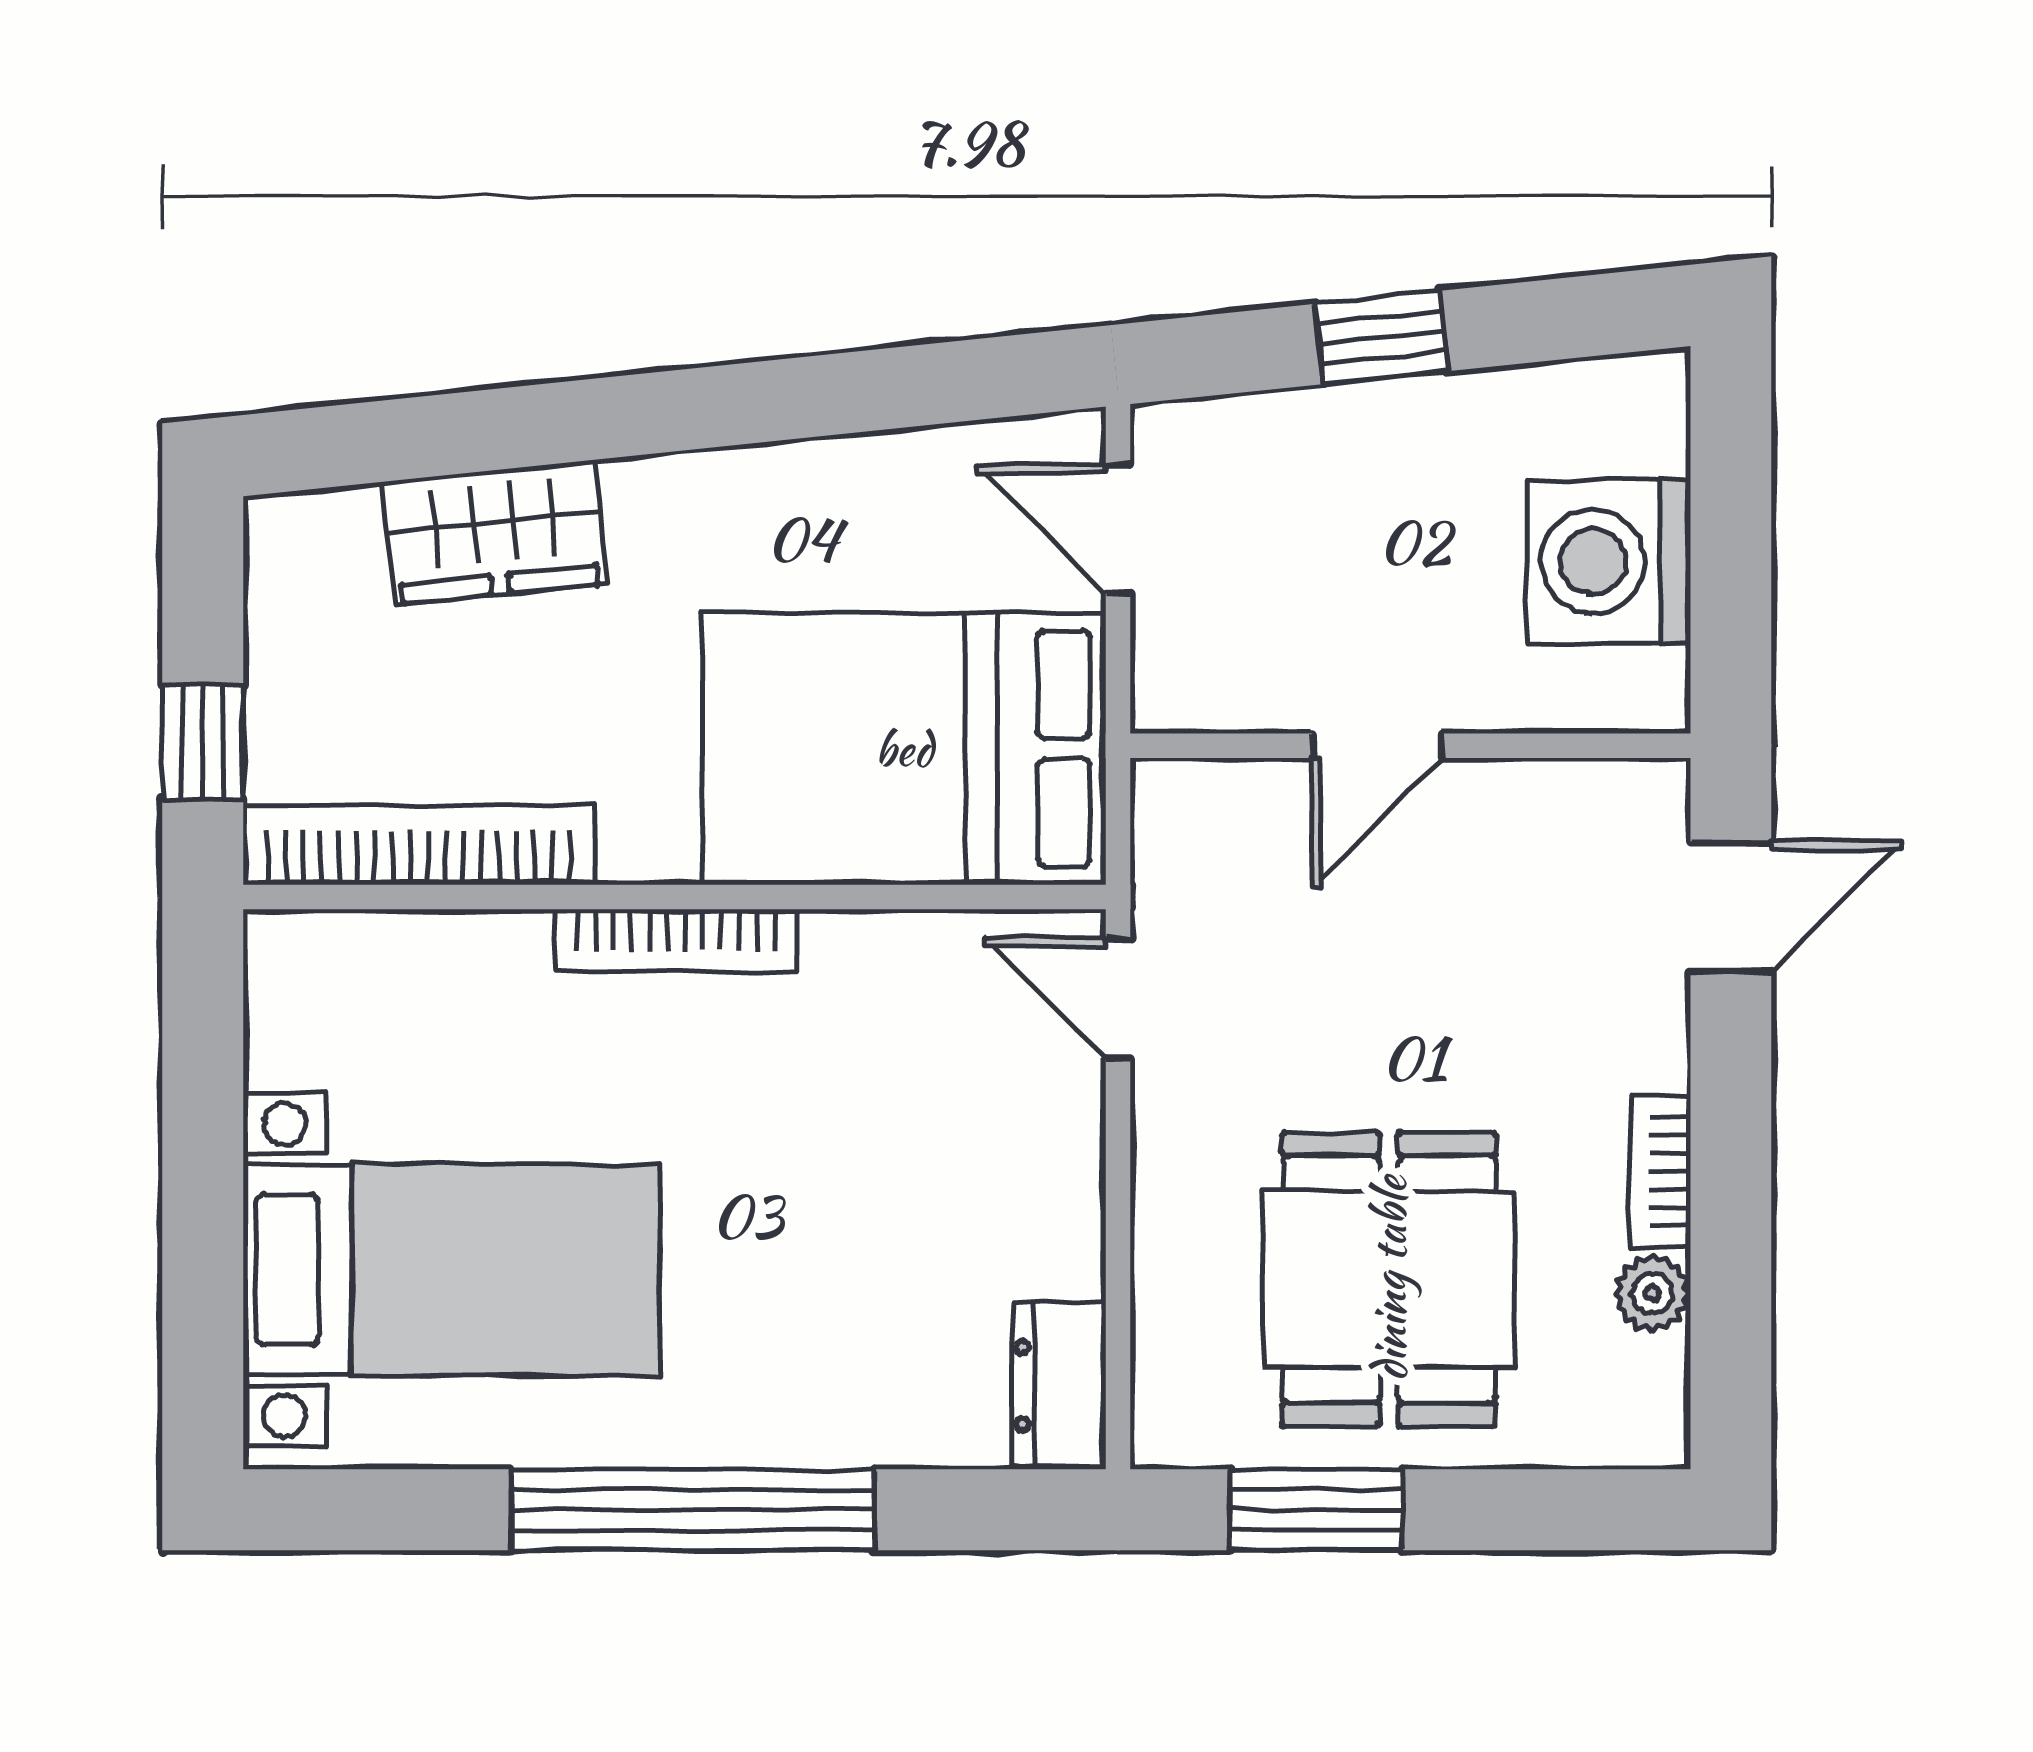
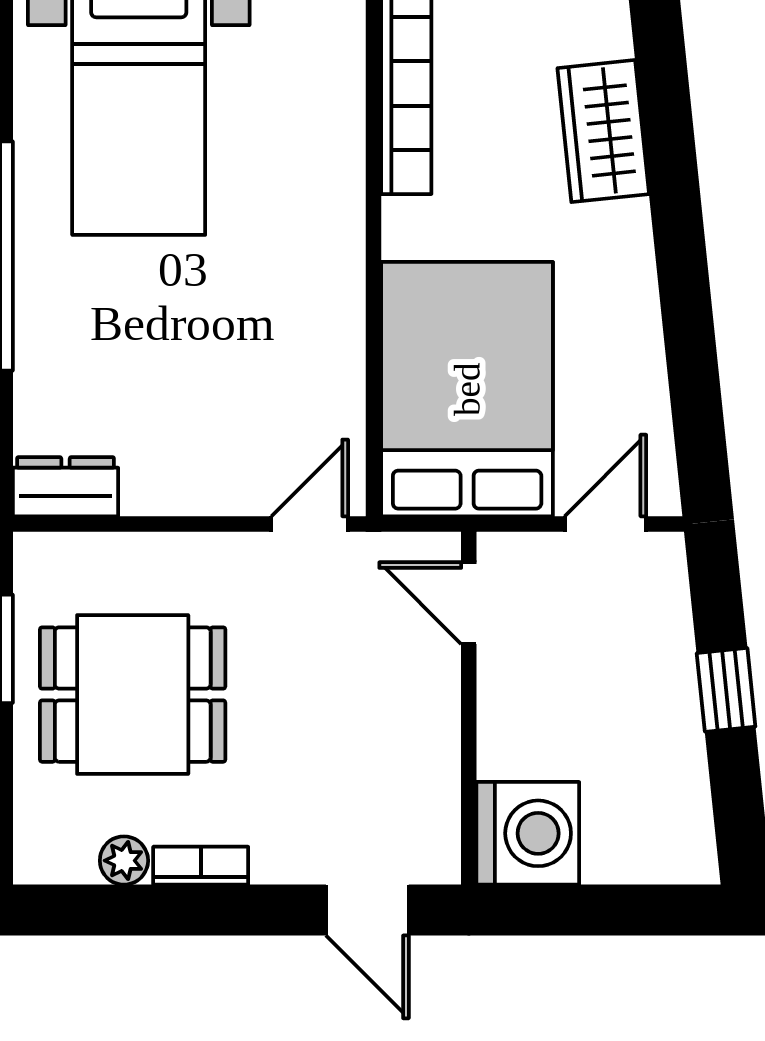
washing machine: (1609, 562) -> (528, 833), moved, turned 90
door: (1377, 746) -> (469, 603), moved
bookcase: (676, 940) -> (346, 245), removed

